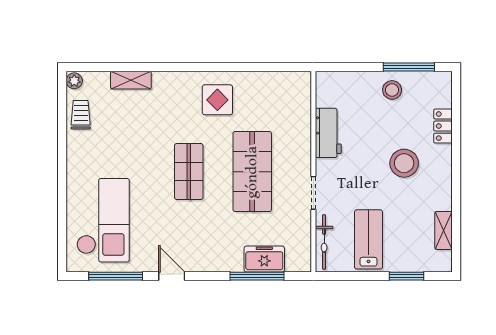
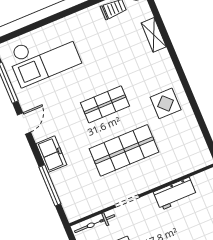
freezer: (264, 259) -> (51, 154), moved

